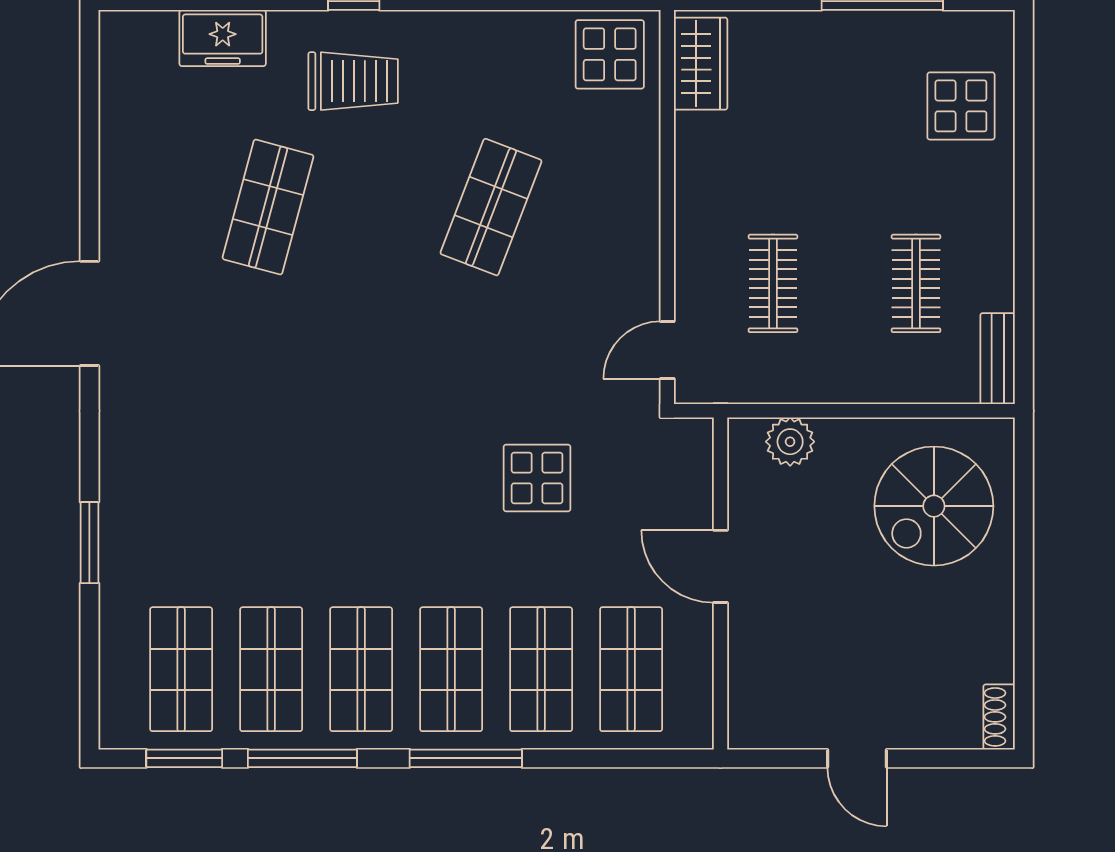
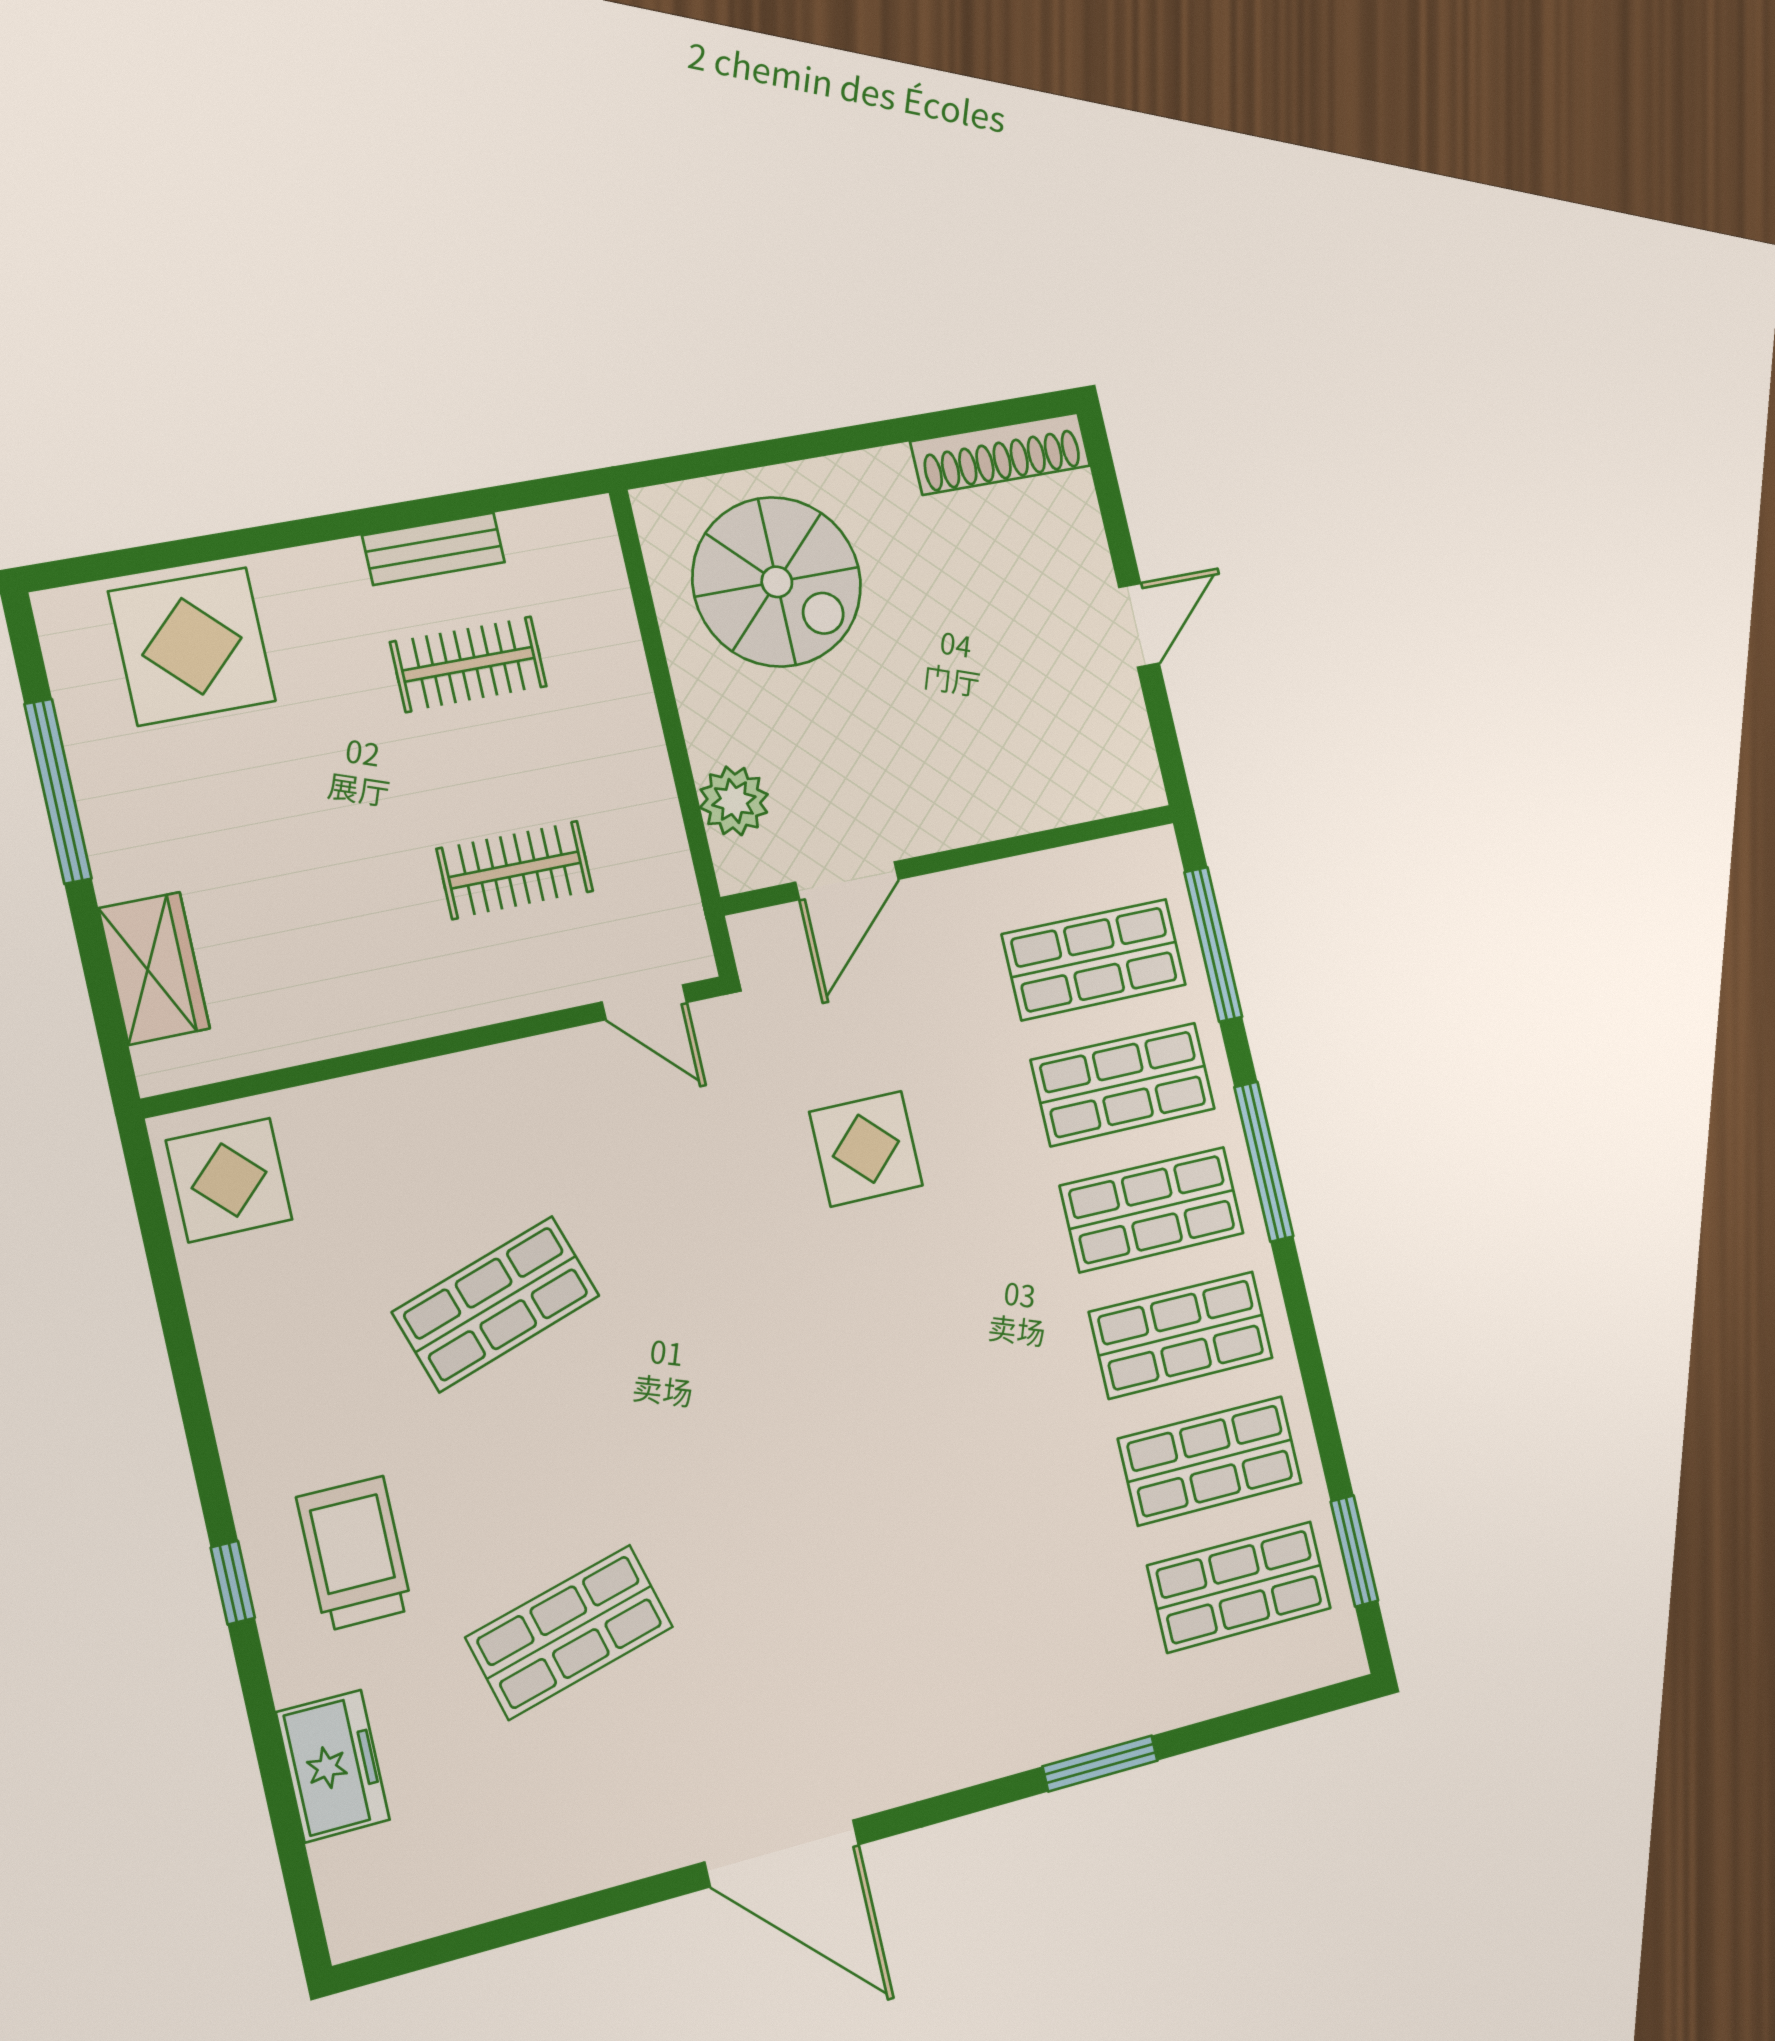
wardrobe: (701, 64) -> (154, 968), moved, turned 90
display table: (961, 106) -> (192, 646), width x1.36, depth x1.36
shop shelf: (268, 207) -> (570, 1632), turned -30
shop shelf: (491, 207) -> (496, 1304), turned -39
bench: (998, 359) -> (434, 549), moved
door: (720, 566) -> (847, 881), moved
shoe rack: (999, 717) -> (1001, 454), width x1.94, depth x1.24
window: (302, 758) -> (1213, 944), moved

